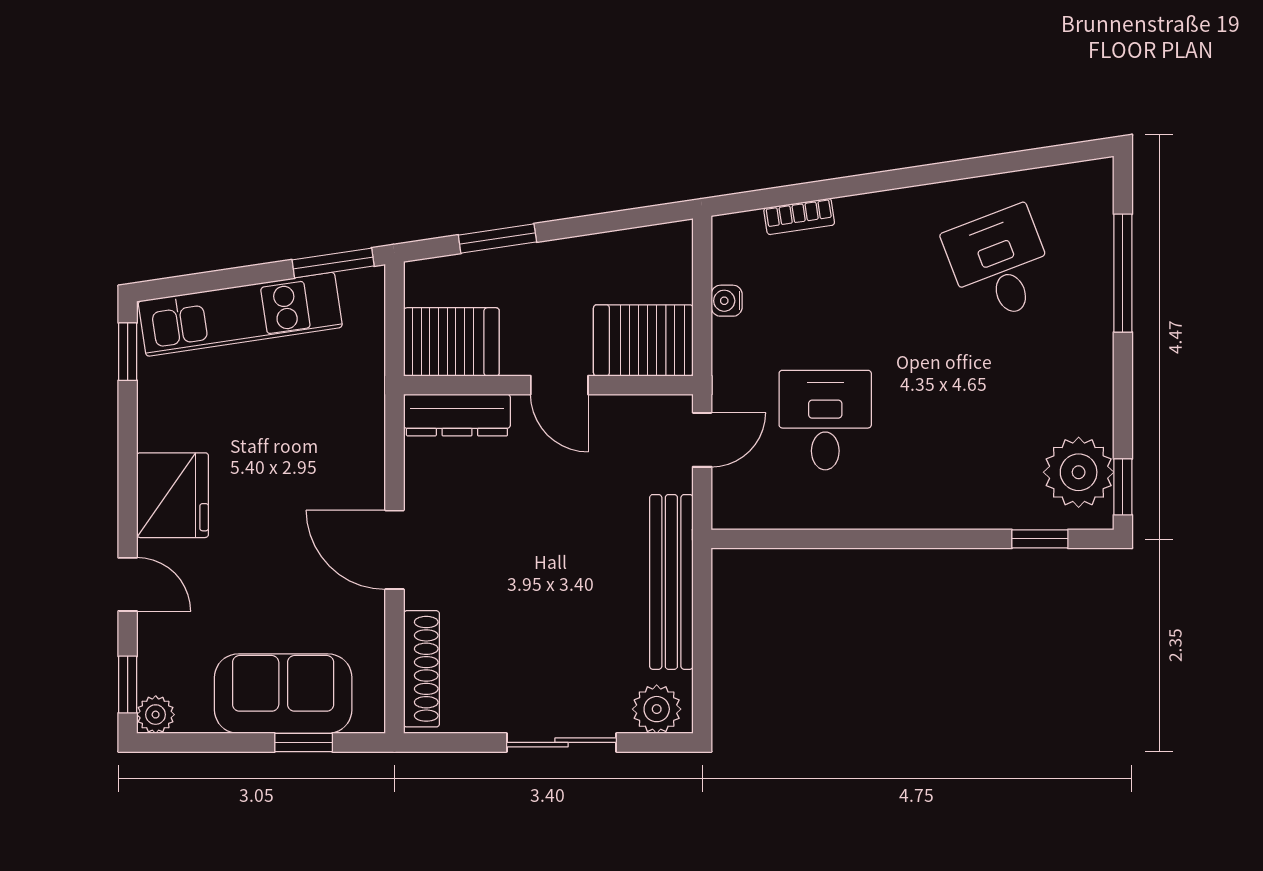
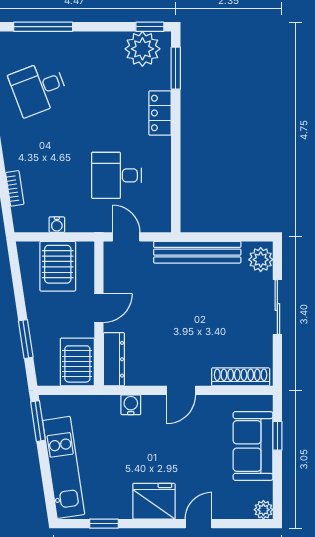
server rack: (643, 340) -> (58, 266), moved
window: (128, 352) -> (104, 524), moved
water cooler: (366, 449) -> (131, 405), added
locker: (950, 507) -> (160, 113), added
window: (1040, 539) -> (176, 68), width x1.50
door: (395, 550) -> (181, 390), width x0.73
window: (128, 685) -> (248, 524), removed

